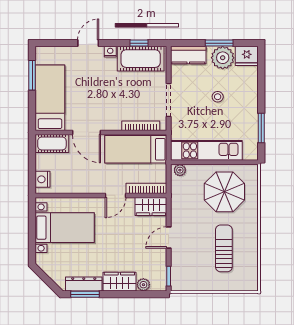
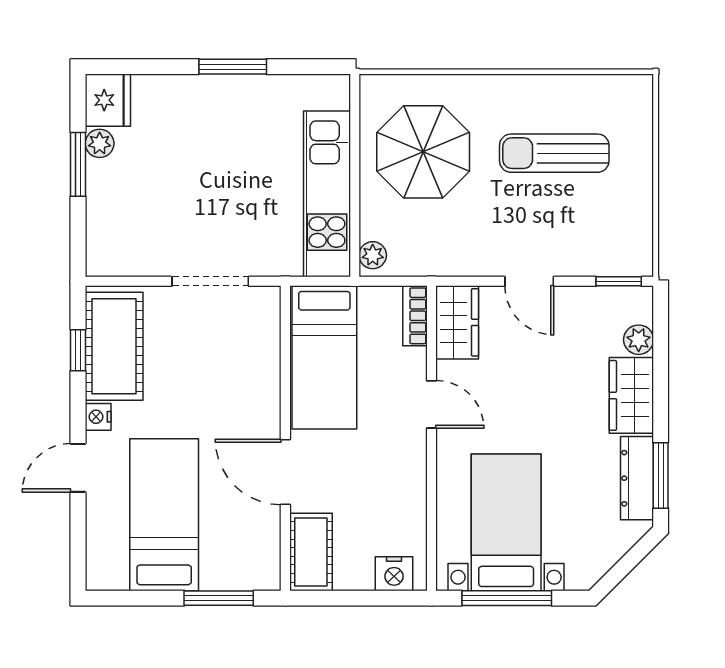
door: (88, 43) -> (78, 468), hinge flipped
kitchen counter: (188, 55) -> (106, 236), removed
plant: (223, 58) -> (100, 143), width x0.53, depth x0.53
window: (32, 75) -> (219, 598), moved
stool: (218, 97) -> (203, 168), removed
bed: (50, 98) -> (164, 515), moved, turned 90
bookcase: (141, 126) -> (270, 346), removed
window: (261, 128) -> (233, 67), moved
door: (86, 132) -> (285, 472), swing flipped
bookcase: (146, 188) -> (415, 316), width x0.64
window: (32, 228) -> (507, 598), added

